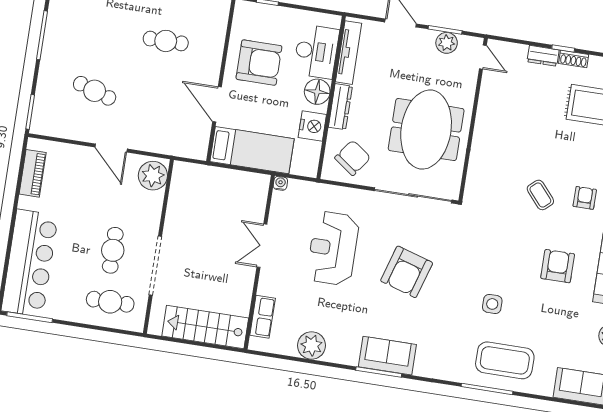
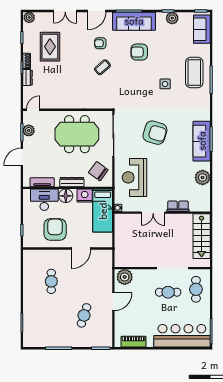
tv unit: (349, 53) -> (42, 182), width x0.71
bed: (252, 150) -> (103, 211), moved, turned 180
reception desk: (333, 248) -> (134, 177), moved, turned 90
row of seats: (263, 317) -> (178, 206), moved
sofa: (387, 356) -> (202, 141), width x1.36

